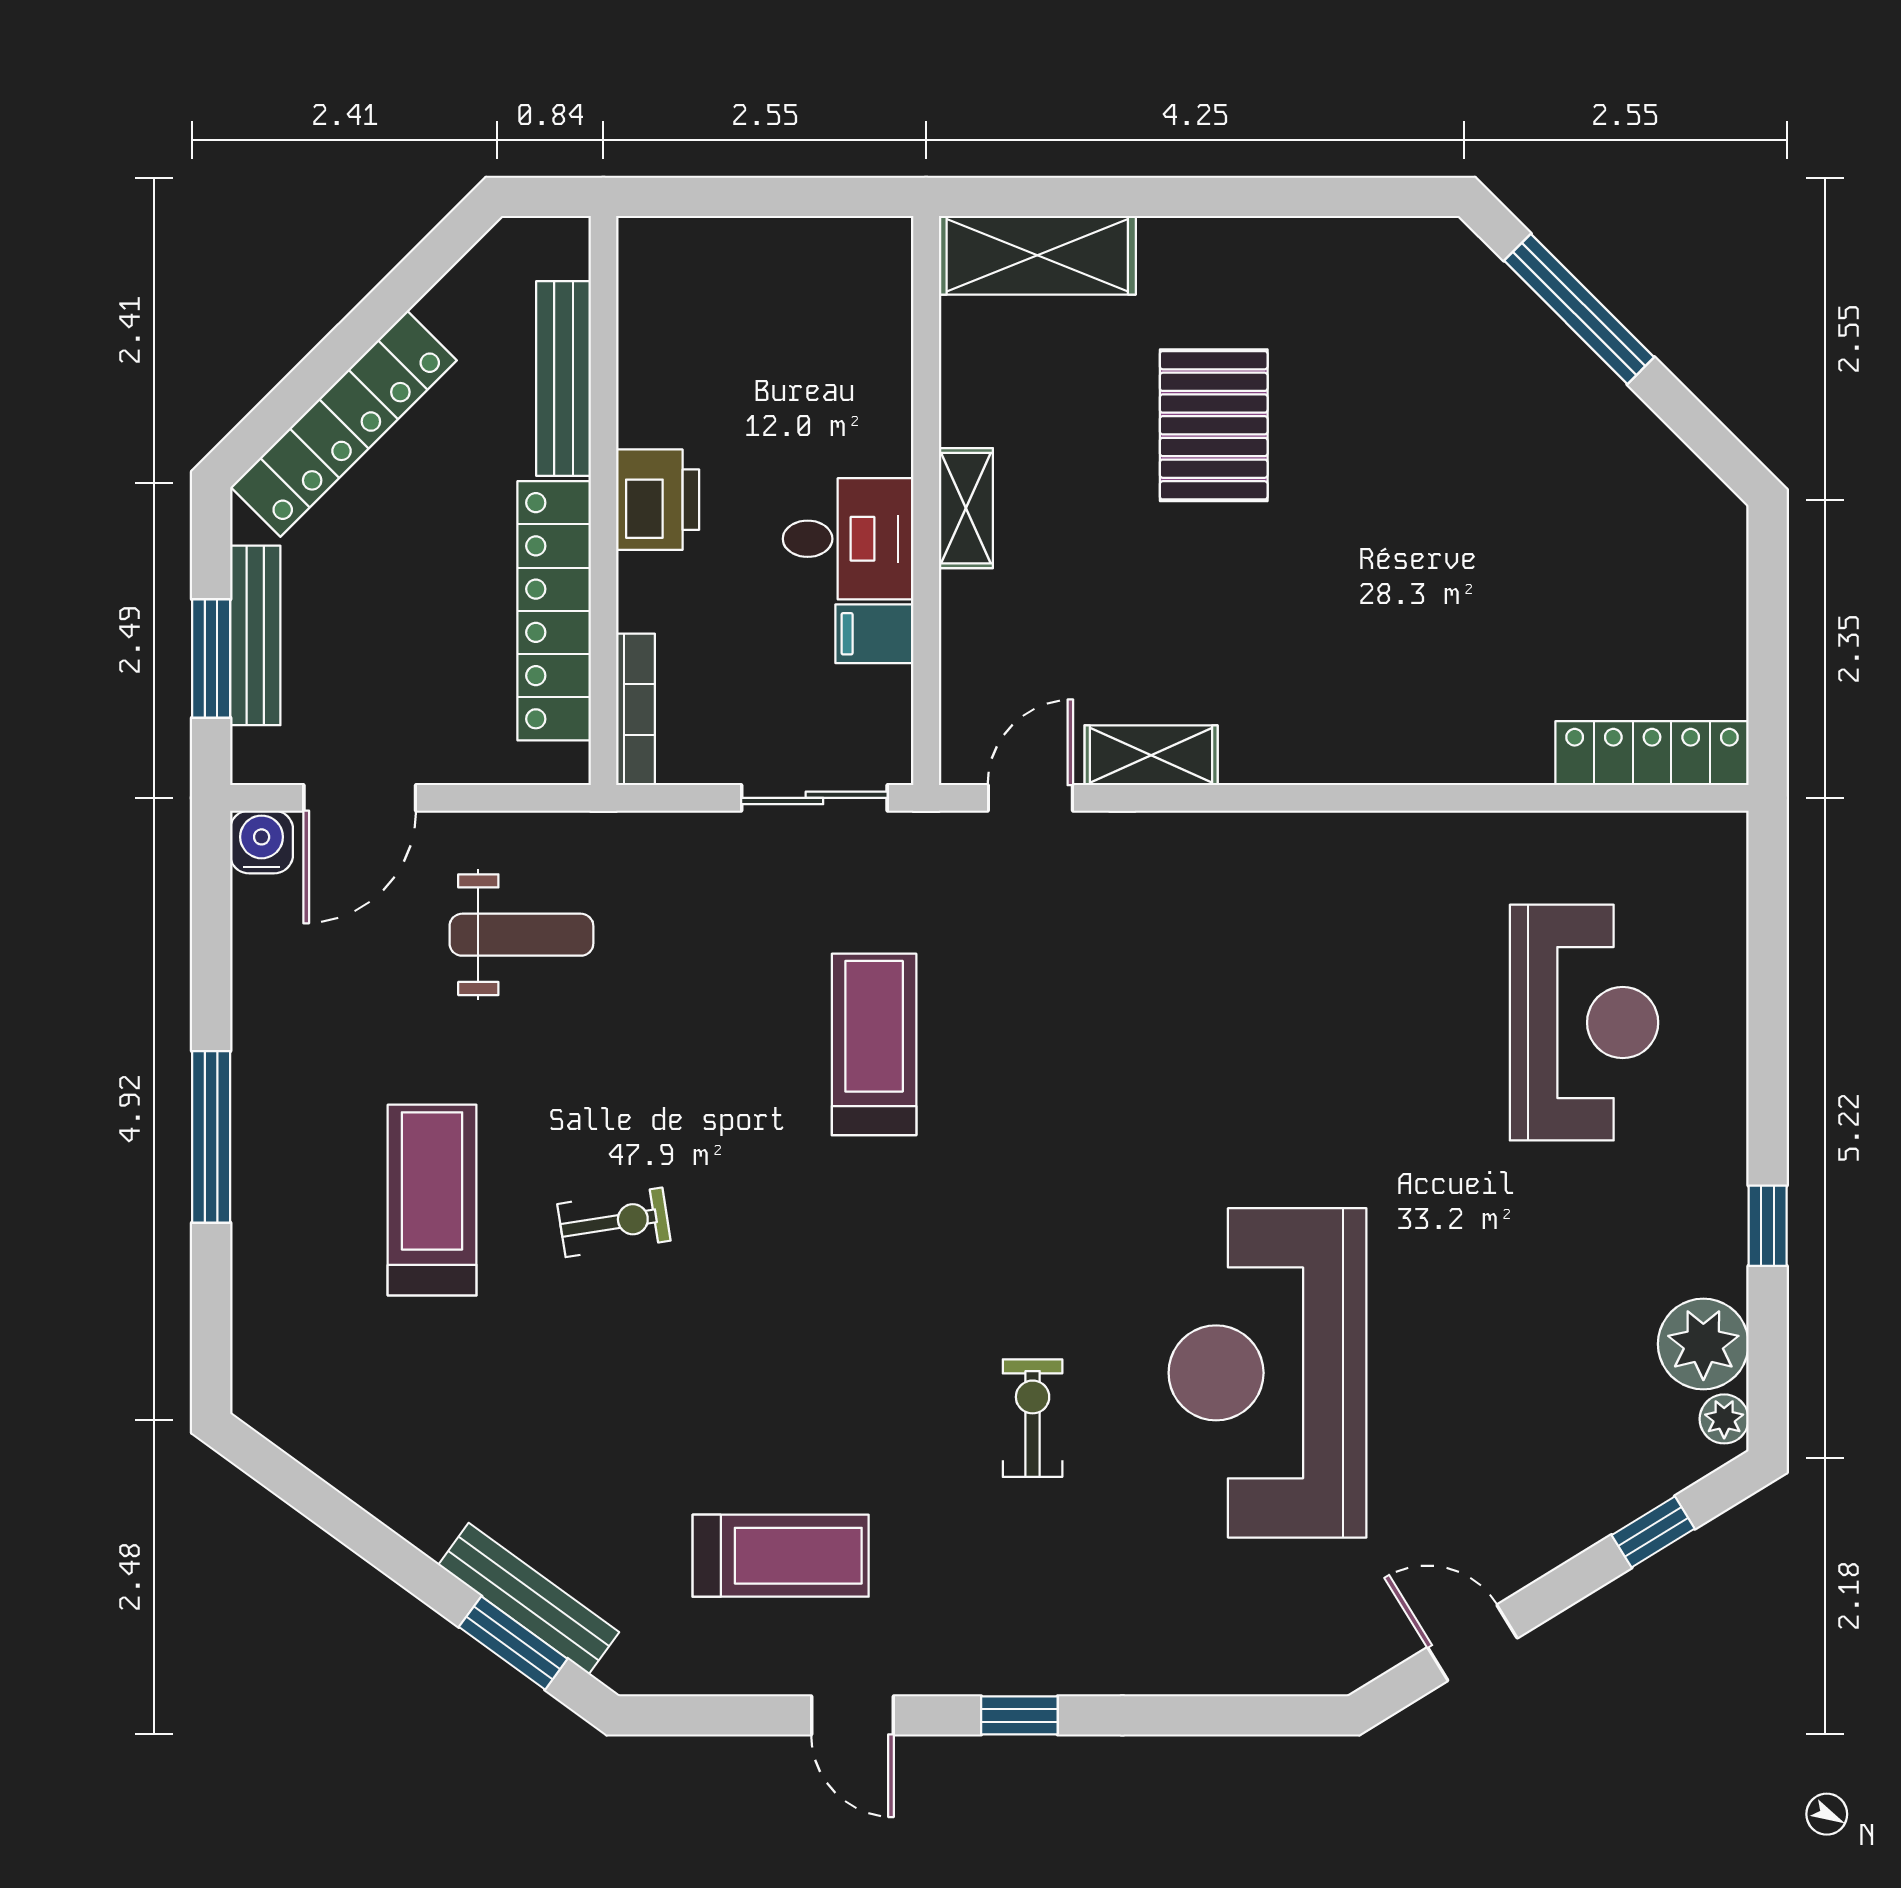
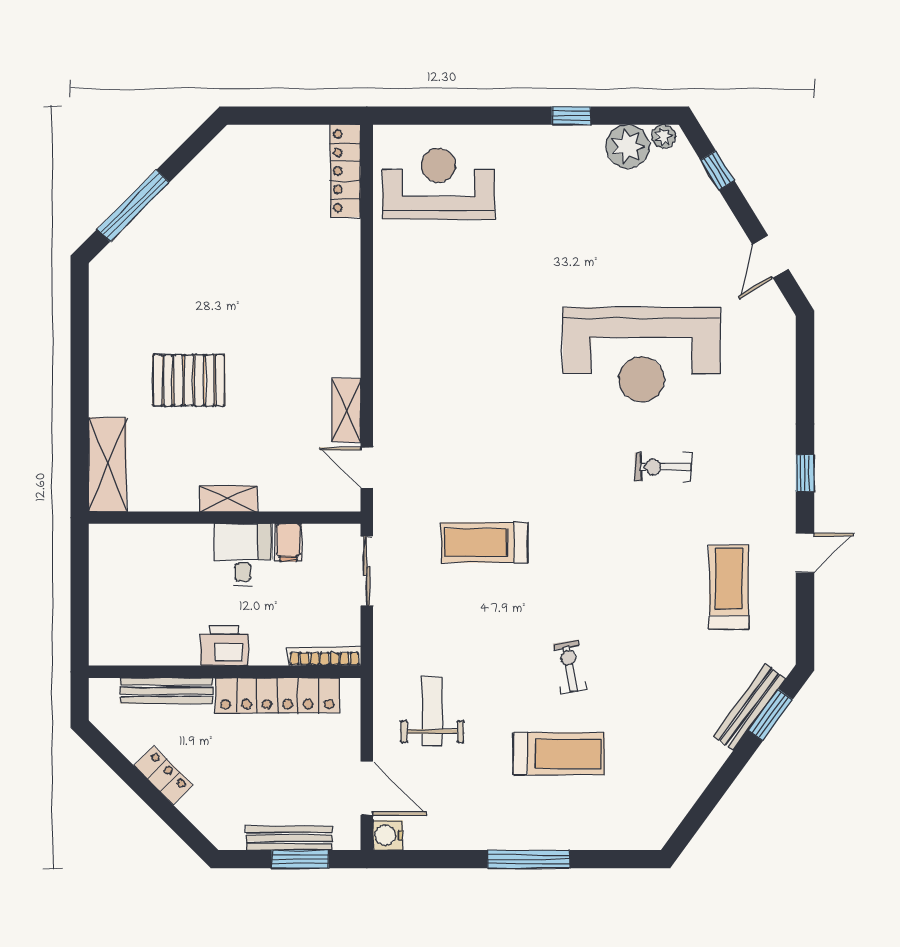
locker: (344, 424) -> (163, 775), width x0.46, depth x0.83
reception desk: (1584, 1023) -> (438, 184), moved
treadmill: (432, 1200) -> (559, 754), turned 180

